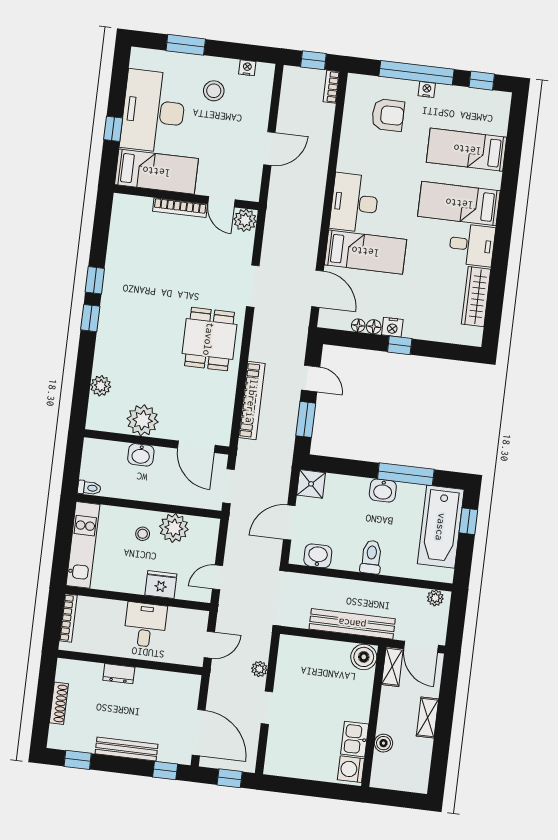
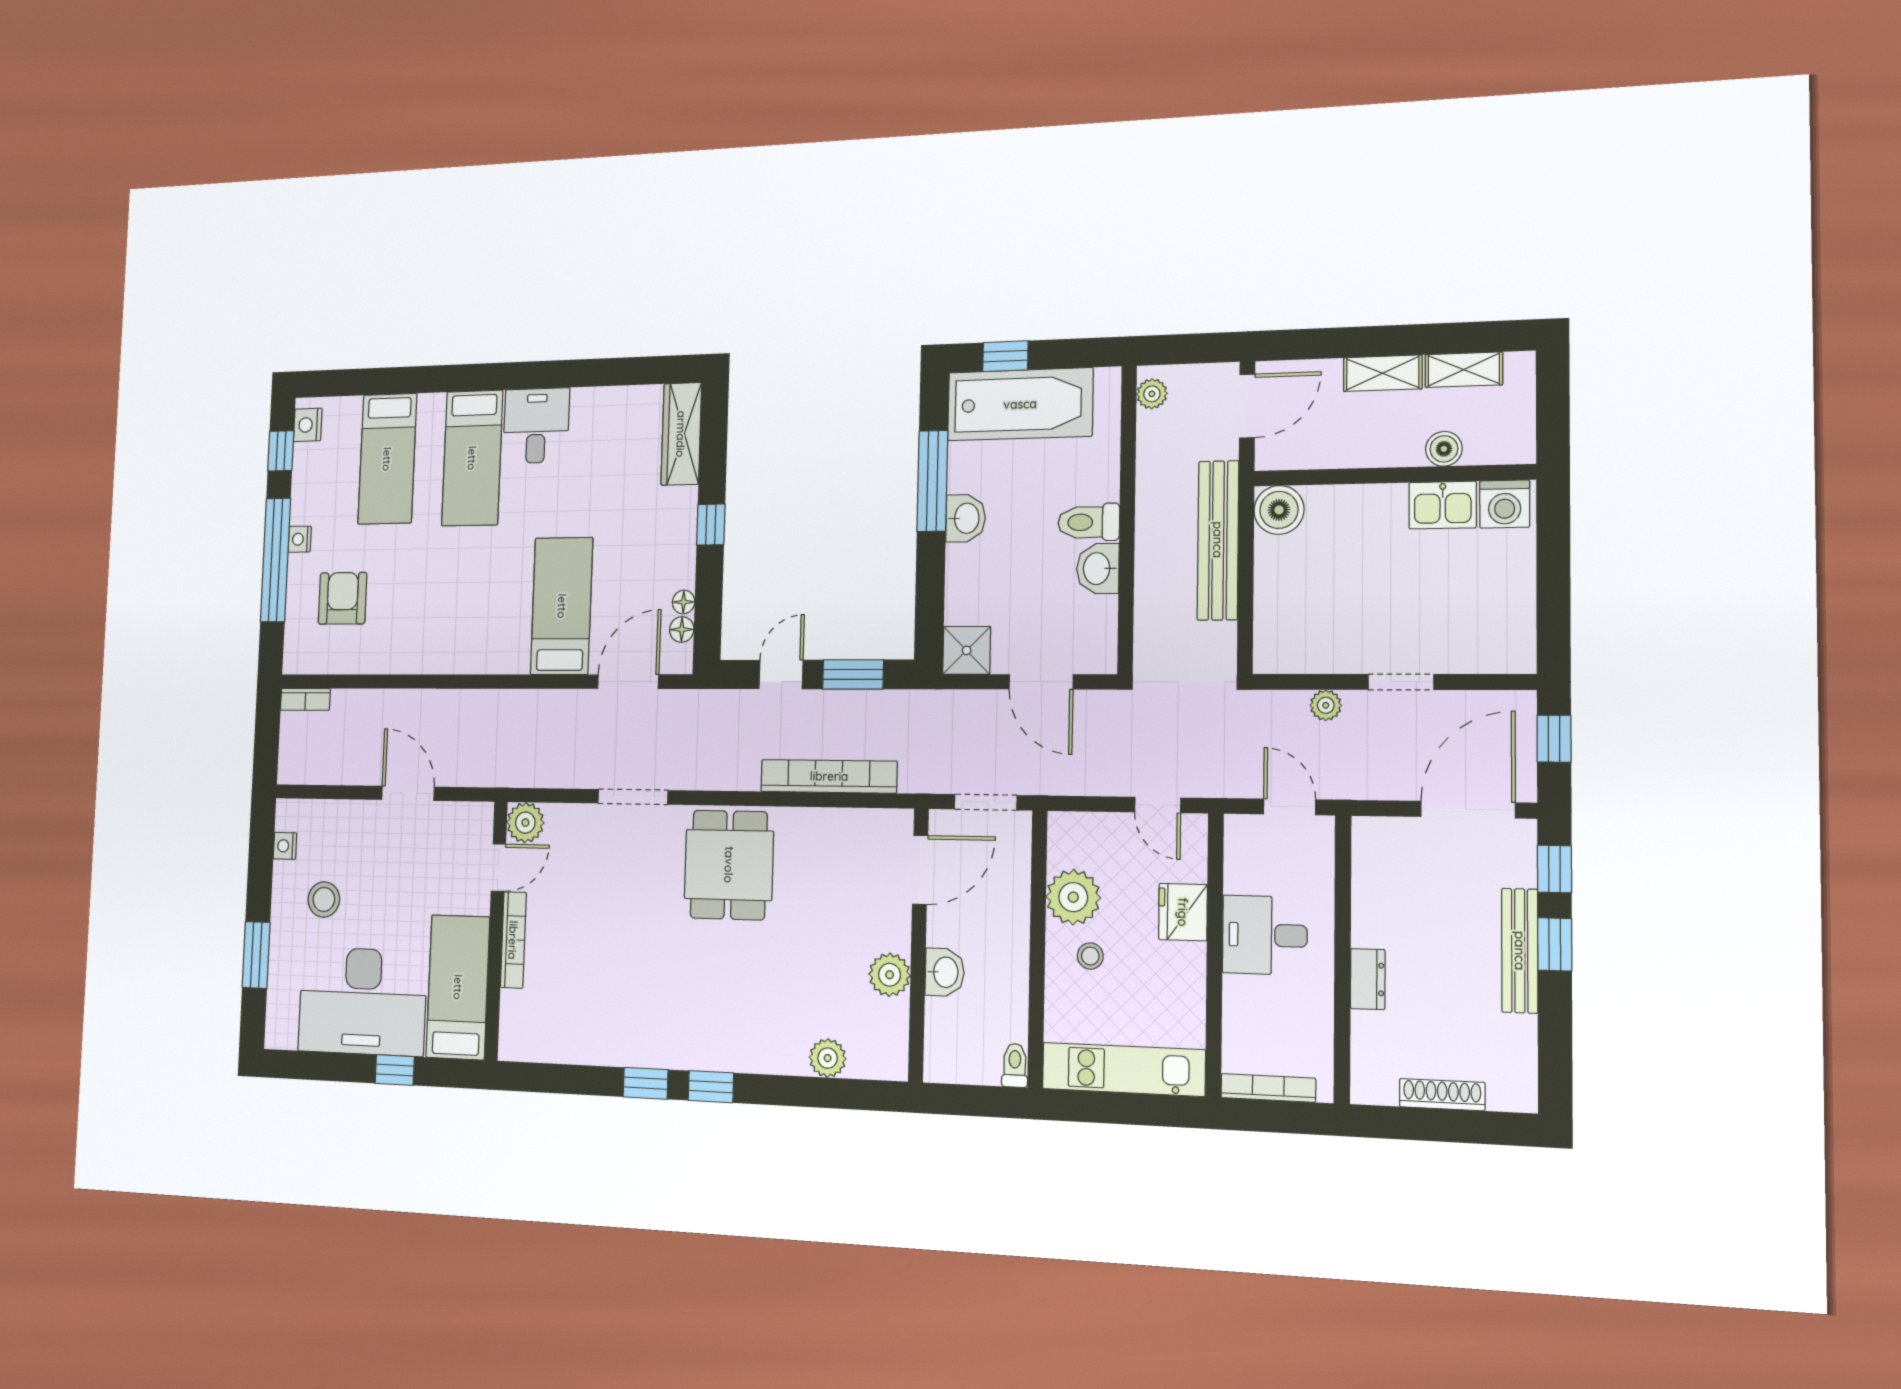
window: (313, 60) -> (267, 735), removed
desk: (354, 203) -> (484, 636), removed
wardrobe: (476, 297) -> (681, 434), moved, turned 90
floor lamp: (374, 327) -> (682, 629), moved
nightstand: (392, 327) -> (308, 425), moved, turned 180
dining table: (209, 339) -> (729, 865), turned 90
plant: (143, 420) -> (890, 975), width x0.73, depth x0.73
washbasin: (318, 556) -> (1098, 569), moved
shelving: (392, 667) -> (1464, 370), moved
window: (78, 760) -> (1555, 944), moved

